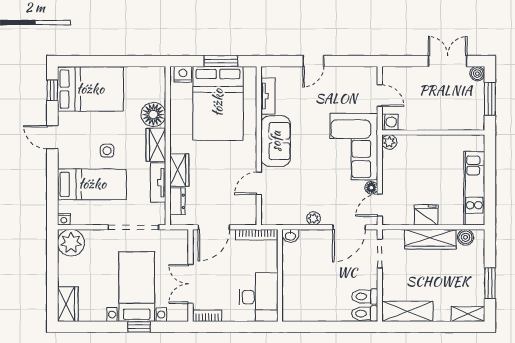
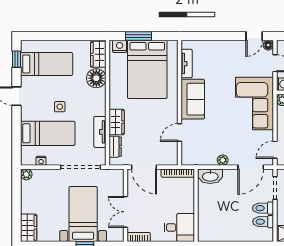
window: (221, 61) -> (139, 36), moved
door: (313, 61) -> (254, 36), moved
bed: (90, 89) -> (47, 64), width x0.67
wardrobe: (156, 145) -> (98, 54), moved
floor lamp: (371, 188) -> (268, 45), moved
nightstand: (64, 219) -> (41, 161), moved
door: (214, 227) -> (144, 167), hinge flipped
washbasin: (290, 236) -> (210, 176), width x1.91, depth x1.45
plant: (71, 243) -> (26, 174), width x0.53, depth x0.53
desk: (259, 297) -> (179, 227), width x0.73
toilet: (365, 314) -> (263, 208), moved

